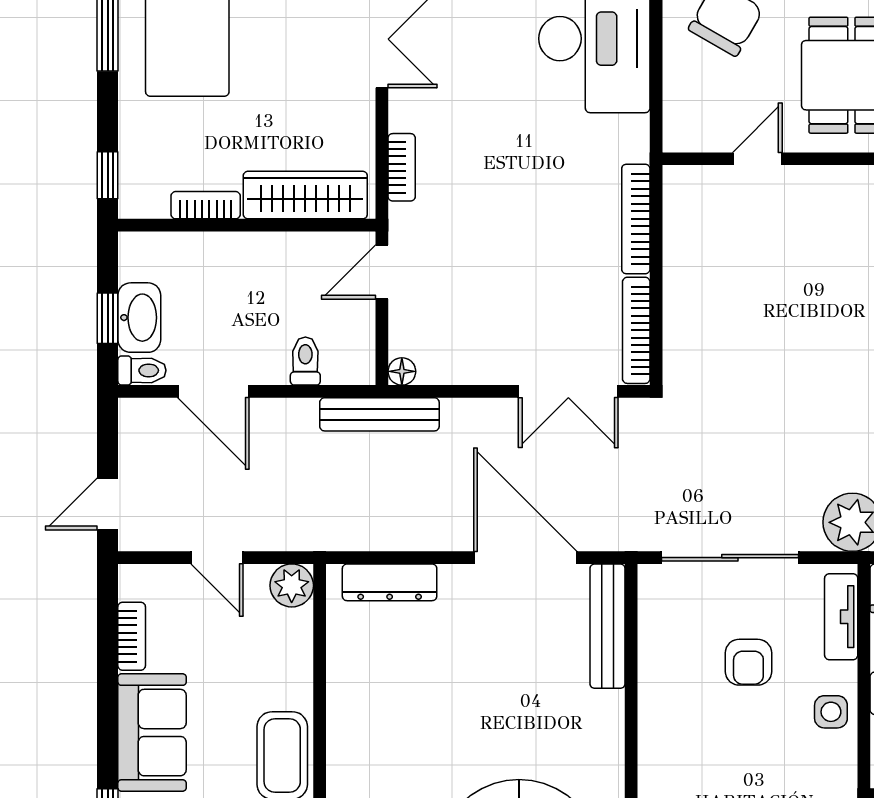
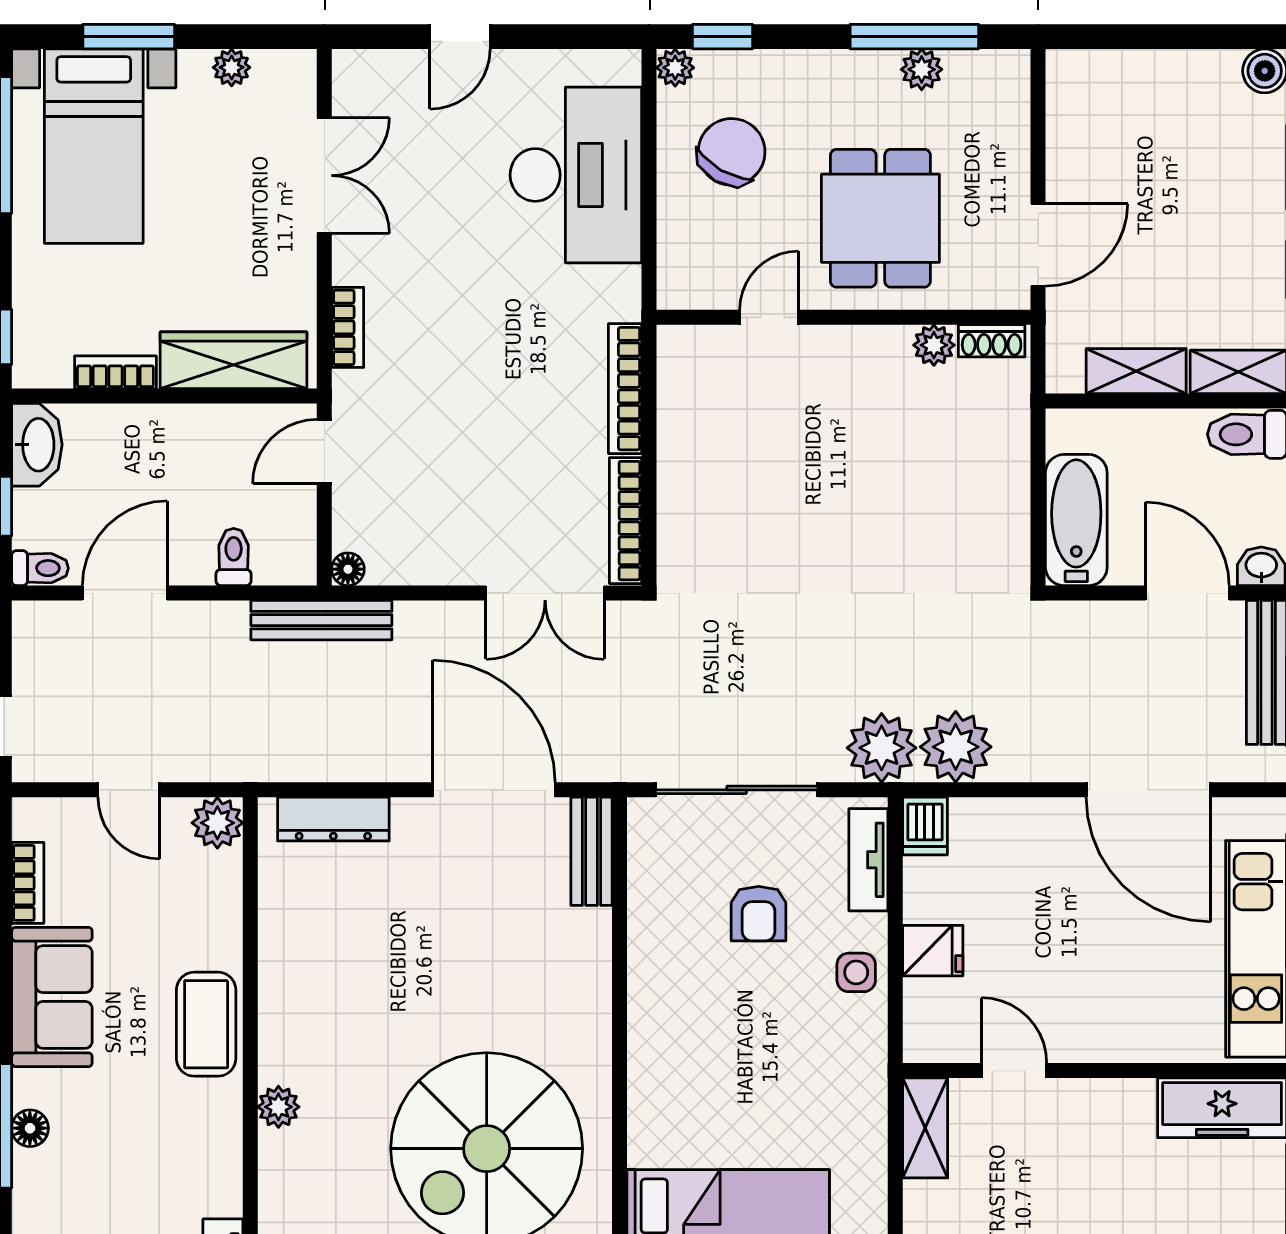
washbasin: (139, 318) -> (37, 445), moved
door: (213, 391) -> (125, 593), swing flipped
bench: (608, 626) -> (592, 851), width x0.73

